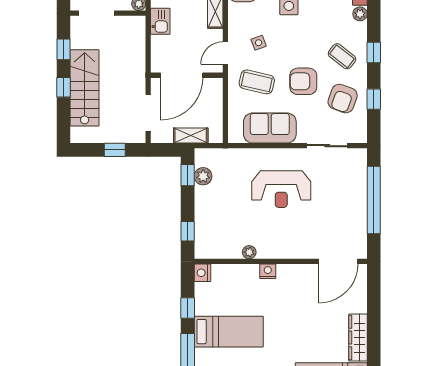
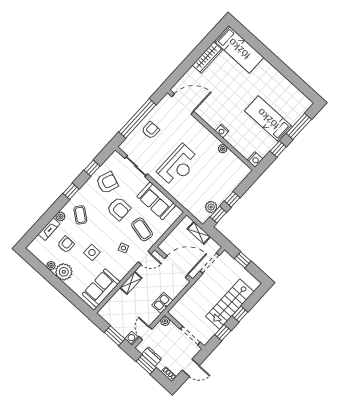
coffee table: (342, 56) -> (80, 215), moved
reception desk: (281, 189) -> (178, 165), turned 90
armchair: (347, 200) -> (151, 130), added
window: (188, 231) -> (232, 199), moved

